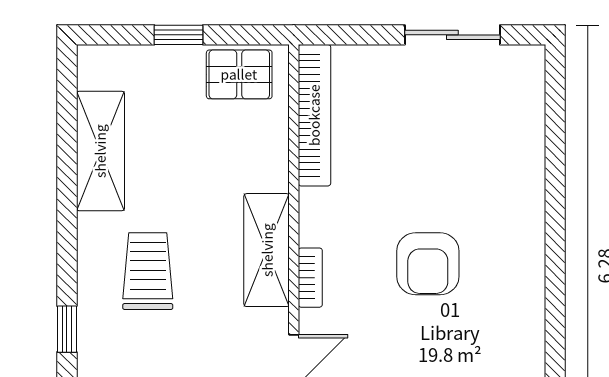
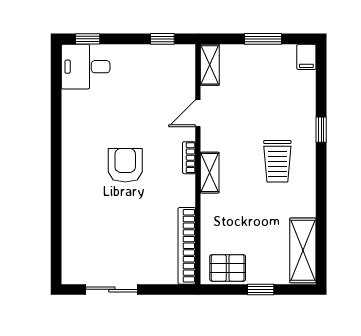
shelving: (100, 151) -> (303, 250), moved
shelving: (267, 250) -> (210, 173), width x0.67, depth x0.75

